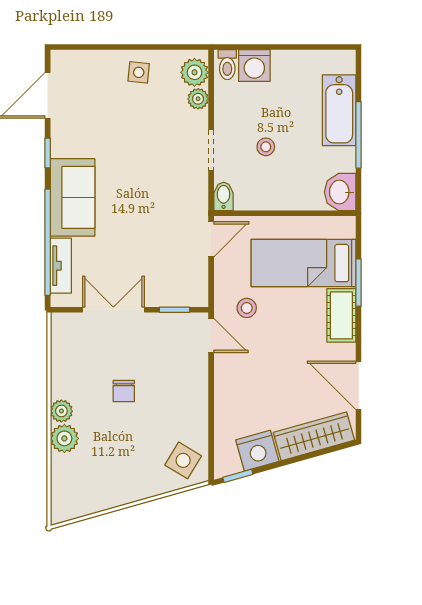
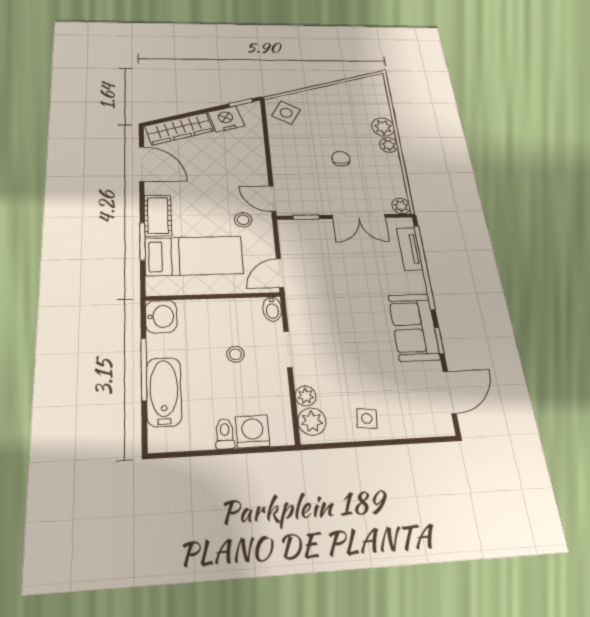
toilet: (227, 65) -> (225, 434), moved
sofa: (73, 197) -> (414, 327), moved
plant: (61, 323) -> (401, 206), added

